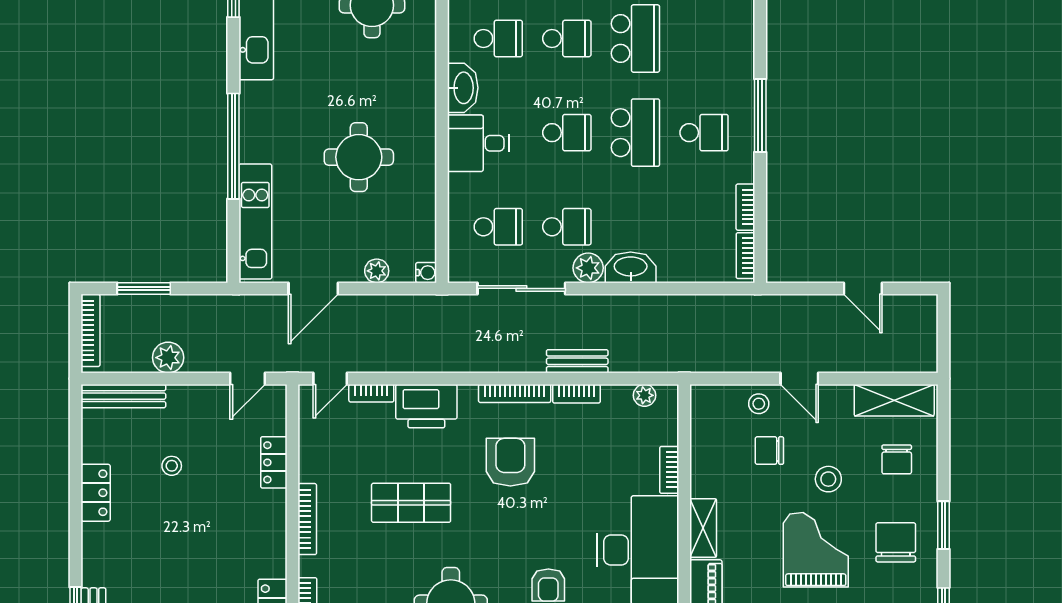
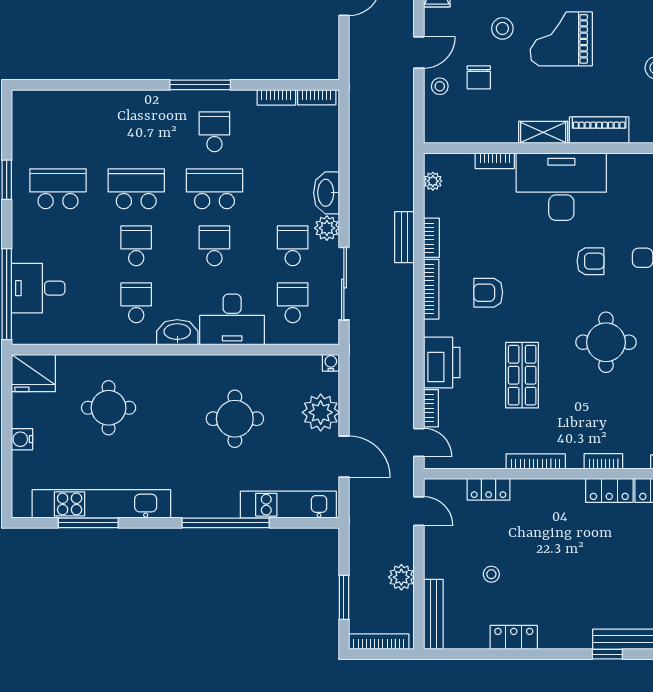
desk: (478, 143) -> (232, 319), width x1.37
plant: (377, 271) -> (321, 412), width x1.87, depth x1.87
armchair: (510, 462) -> (488, 293), width x0.72, depth x0.72

